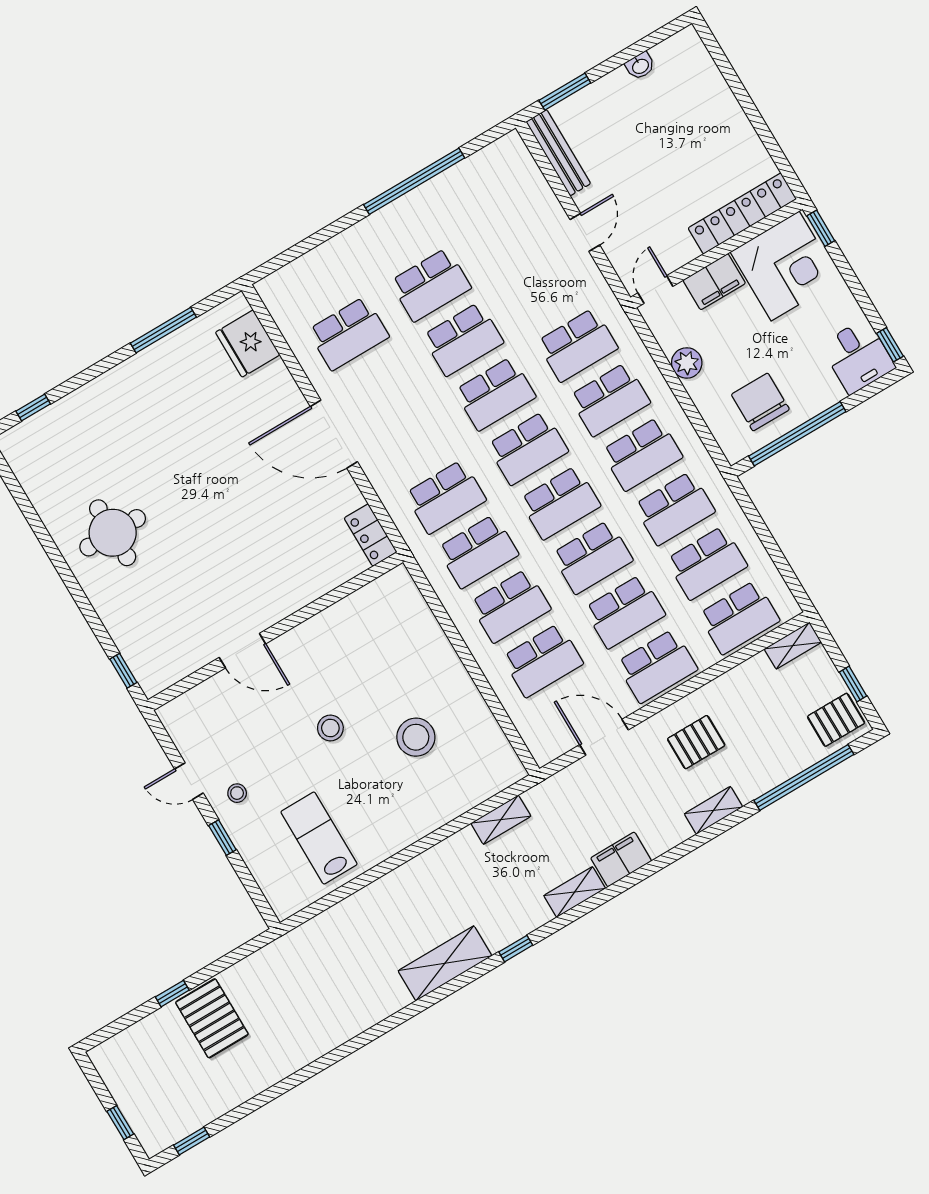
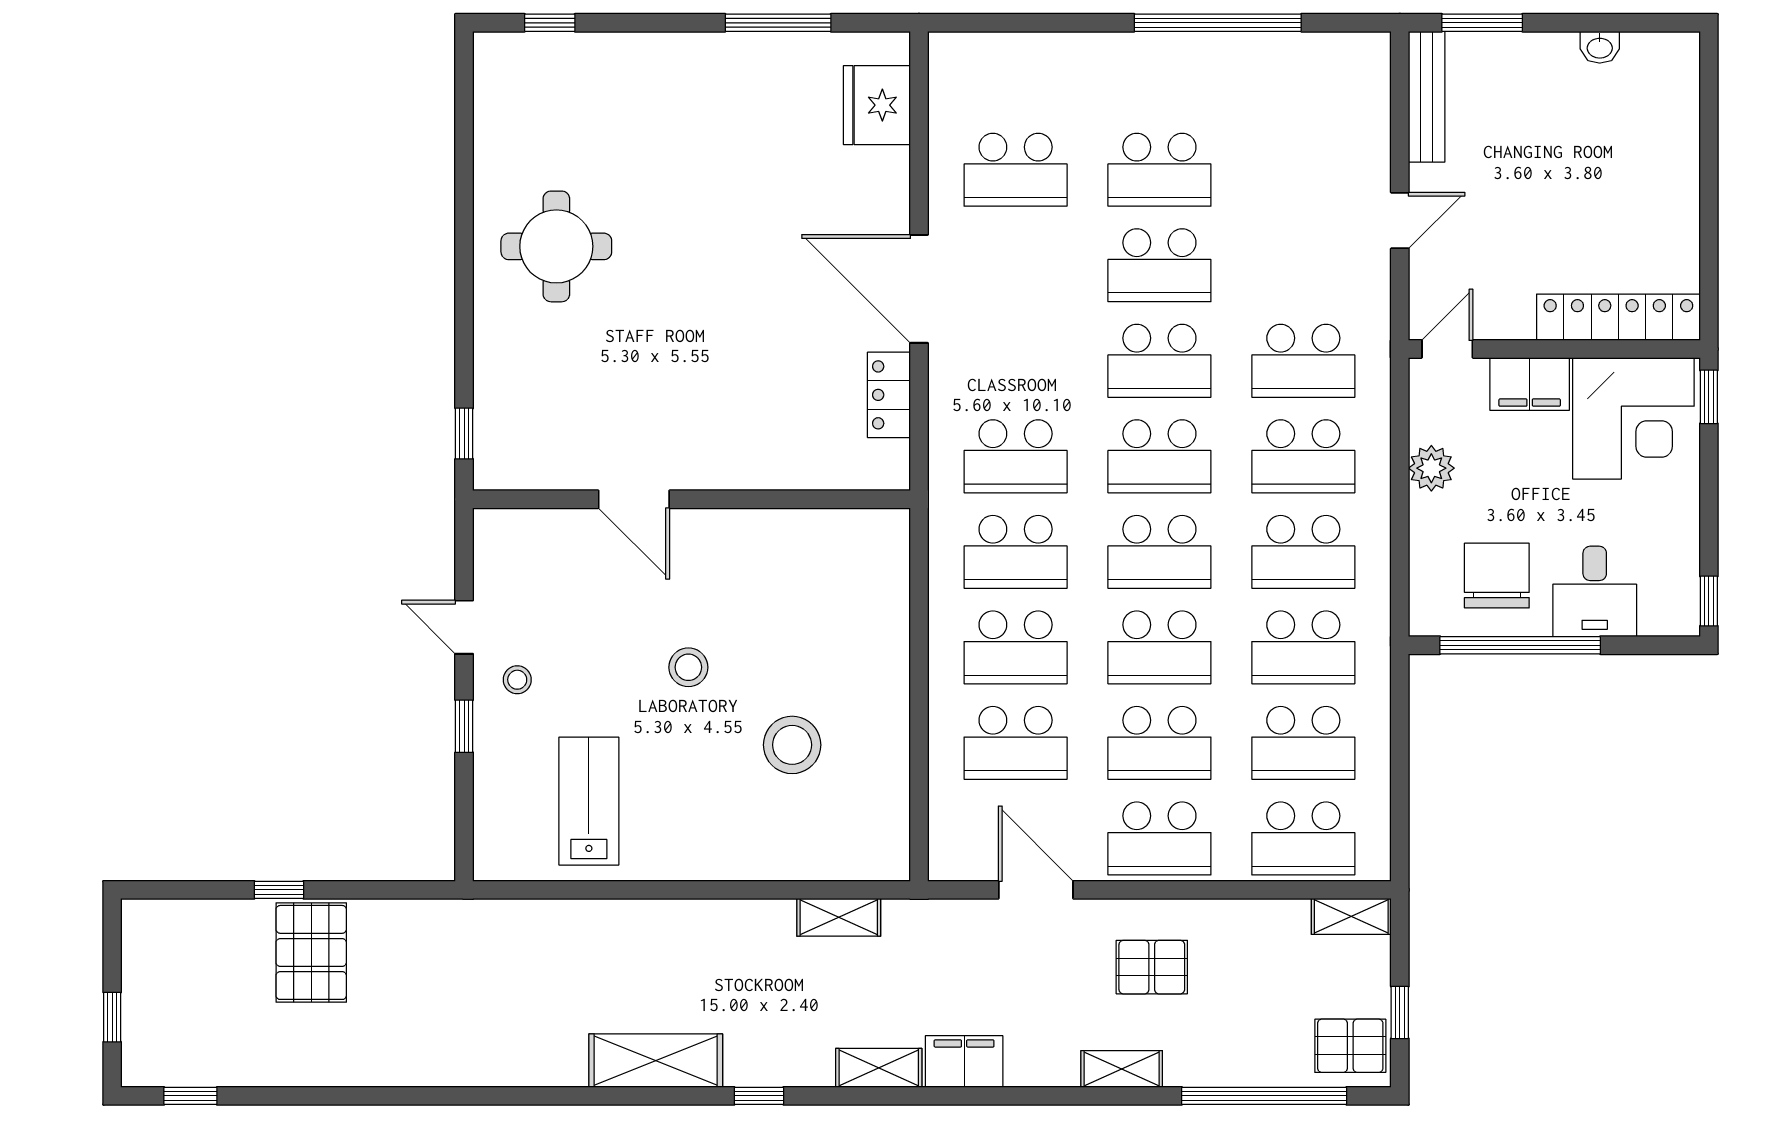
desk: (858, 356) -> (1595, 591), moved
locker: (371, 535) -> (889, 395), moved

